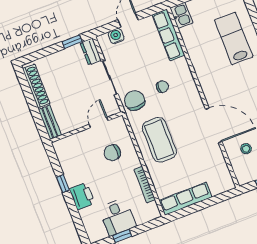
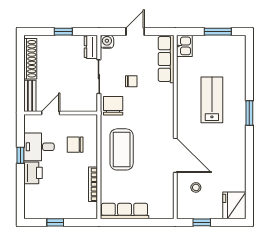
water cooler: (116, 36) -> (107, 42), moved
lab bench: (234, 38) -> (212, 100), moved
window: (72, 42) -> (63, 32), moved
chair: (162, 87) -> (131, 81), moved
door: (99, 122) -> (51, 113), moved
desk: (118, 217) -> (39, 147), moved, turned 90

